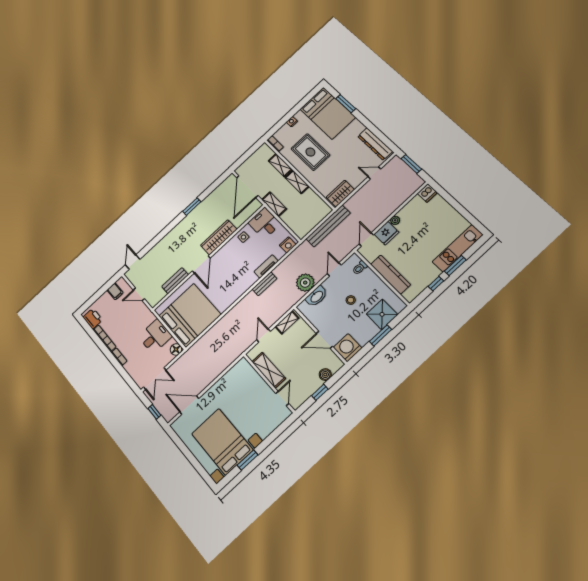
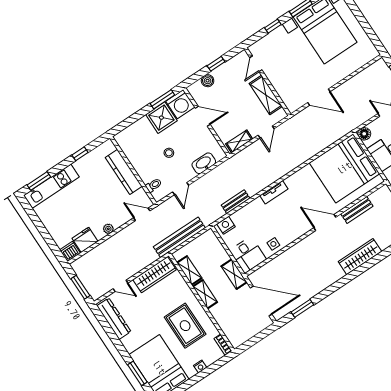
shelving: (280, 165) -> (189, 270), moved
door: (247, 187) -> (261, 301), hinge flipped
wardrobe: (340, 193) -> (155, 275), width x1.50
window: (192, 207) -> (302, 308), moved
fridge: (386, 233) -> (85, 240), moved
wardrobe: (219, 237) -> (360, 257), moved, turned 180
door: (366, 239) -> (142, 214), swing flipped
door: (201, 264) -> (325, 222), hinge flipped
tv unit: (266, 266) -> (274, 192), moved
window: (455, 266) -> (39, 181), moved
plant: (305, 283) -> (213, 180), removed
bench: (264, 284) -> (236, 202), moved
shower: (382, 314) -> (161, 118), moved
window: (381, 335) -> (162, 99), moved
door: (189, 405) -> (319, 97), moved
window: (271, 438) -> (273, 26), added

